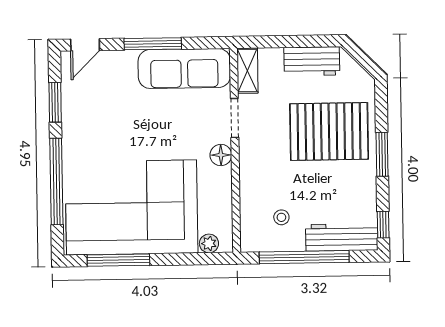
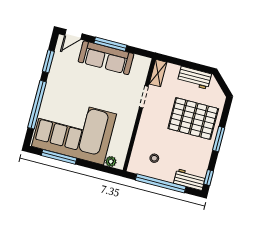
sofa: (184, 69) -> (106, 58), moved
floor lamp: (221, 155) -> (131, 115), removed
workbench: (342, 237) -> (189, 180), width x0.73

